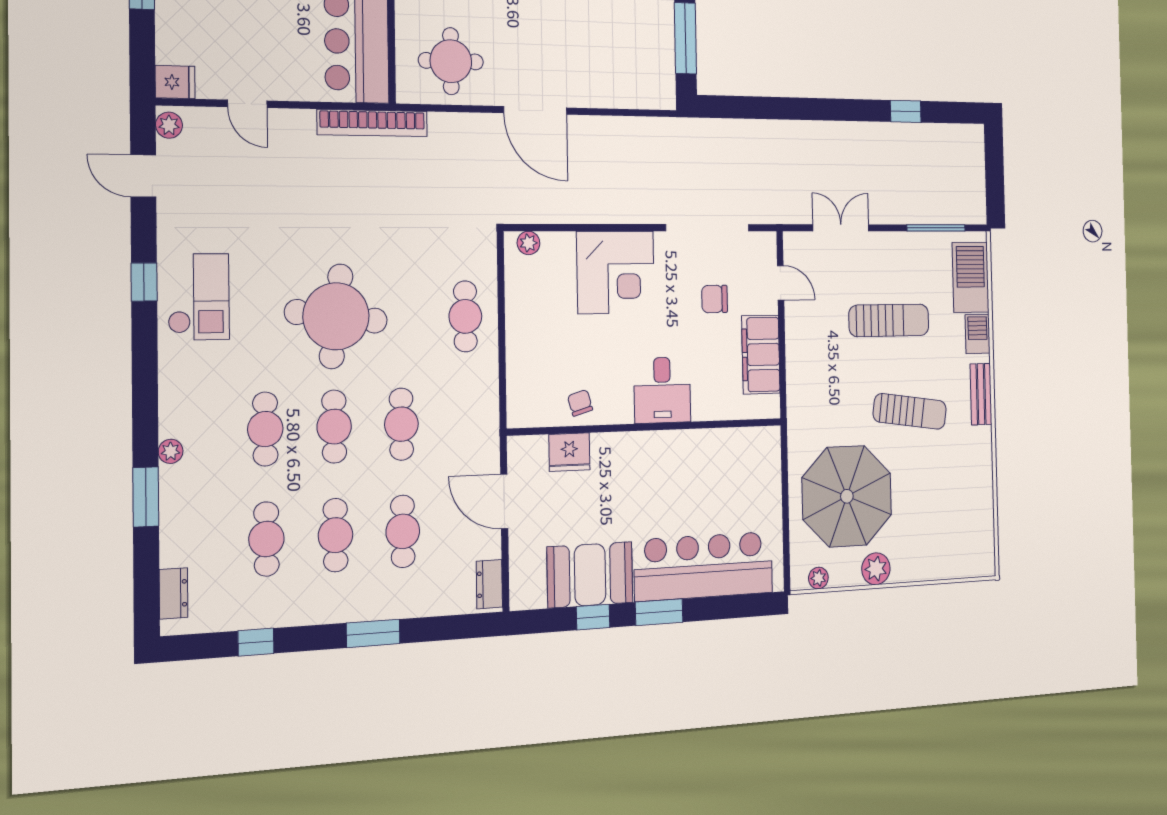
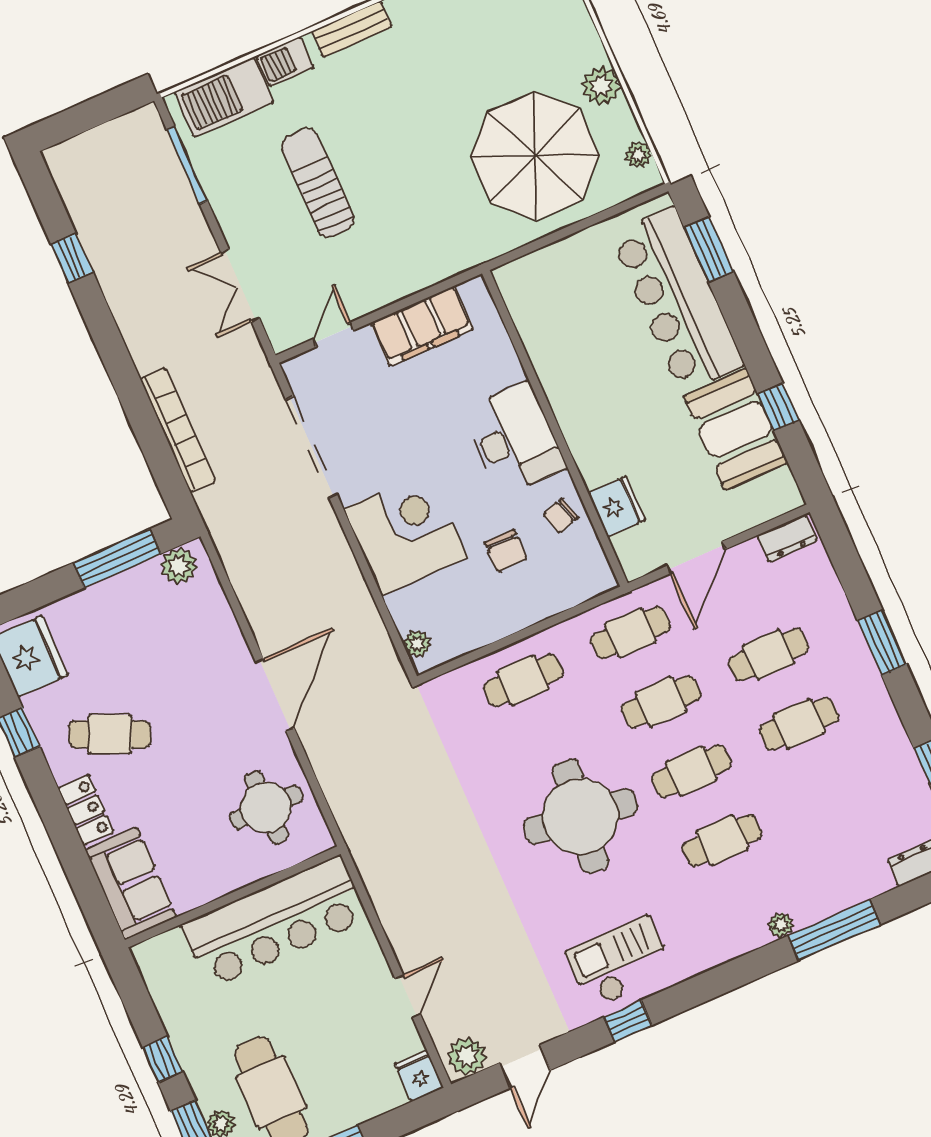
plant: (661, 83) -> (179, 566), added
bookcase: (372, 123) -> (178, 430), moved
plant: (169, 125) -> (467, 1056), width x1.38, depth x1.38
chair: (715, 299) -> (506, 551), moved
desk: (662, 390) -> (514, 439), width x1.37
sun lounger: (910, 411) -> (409, 114), removed
window: (146, 497) -> (834, 930), width x1.44
cafe table: (266, 539) -> (631, 633), moved
window: (659, 612) -> (709, 250), moved

